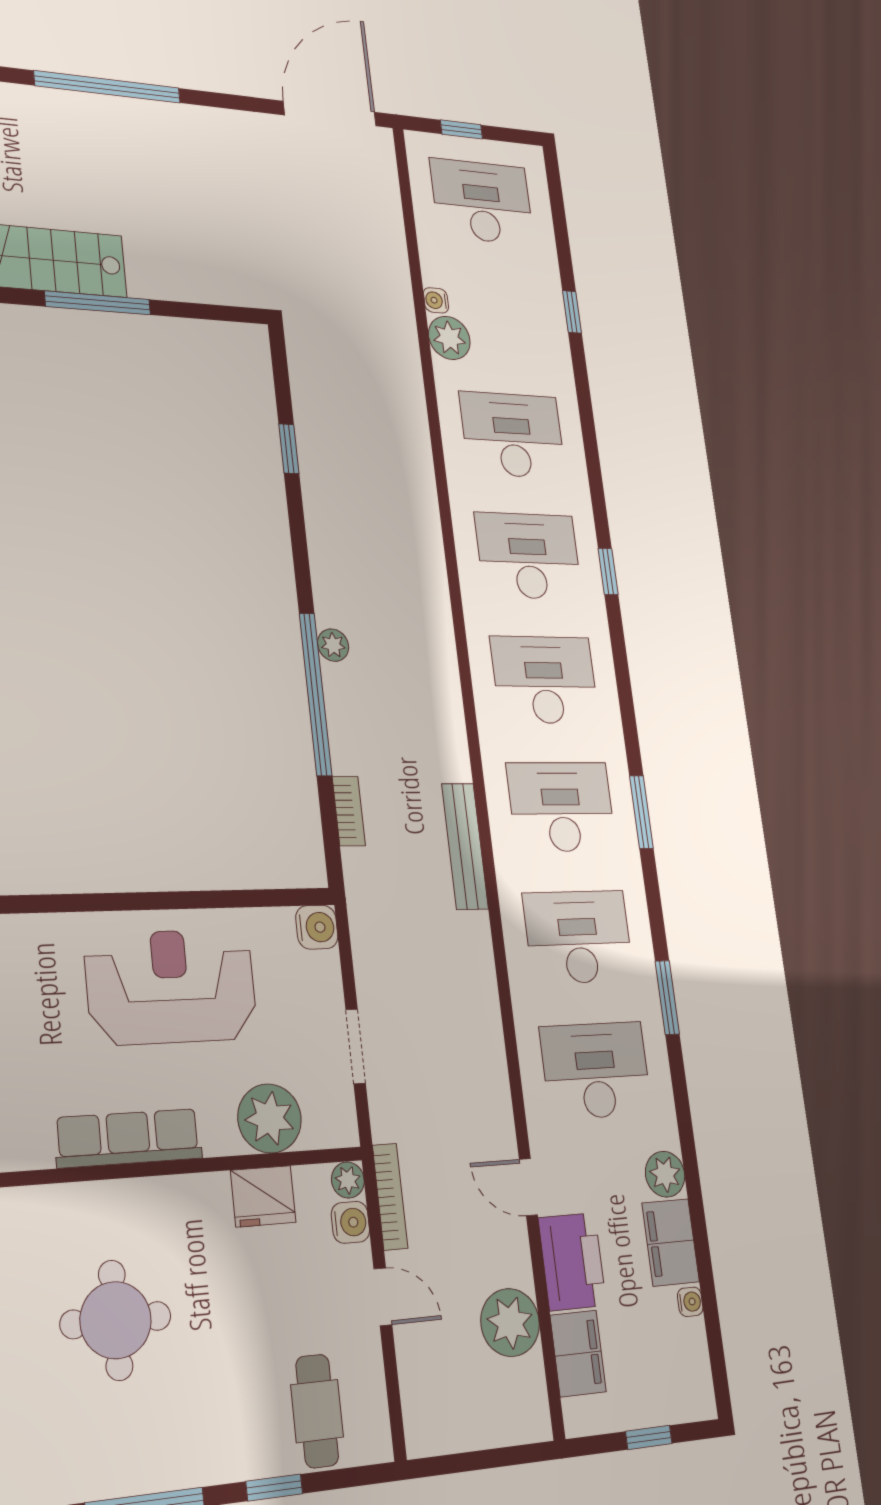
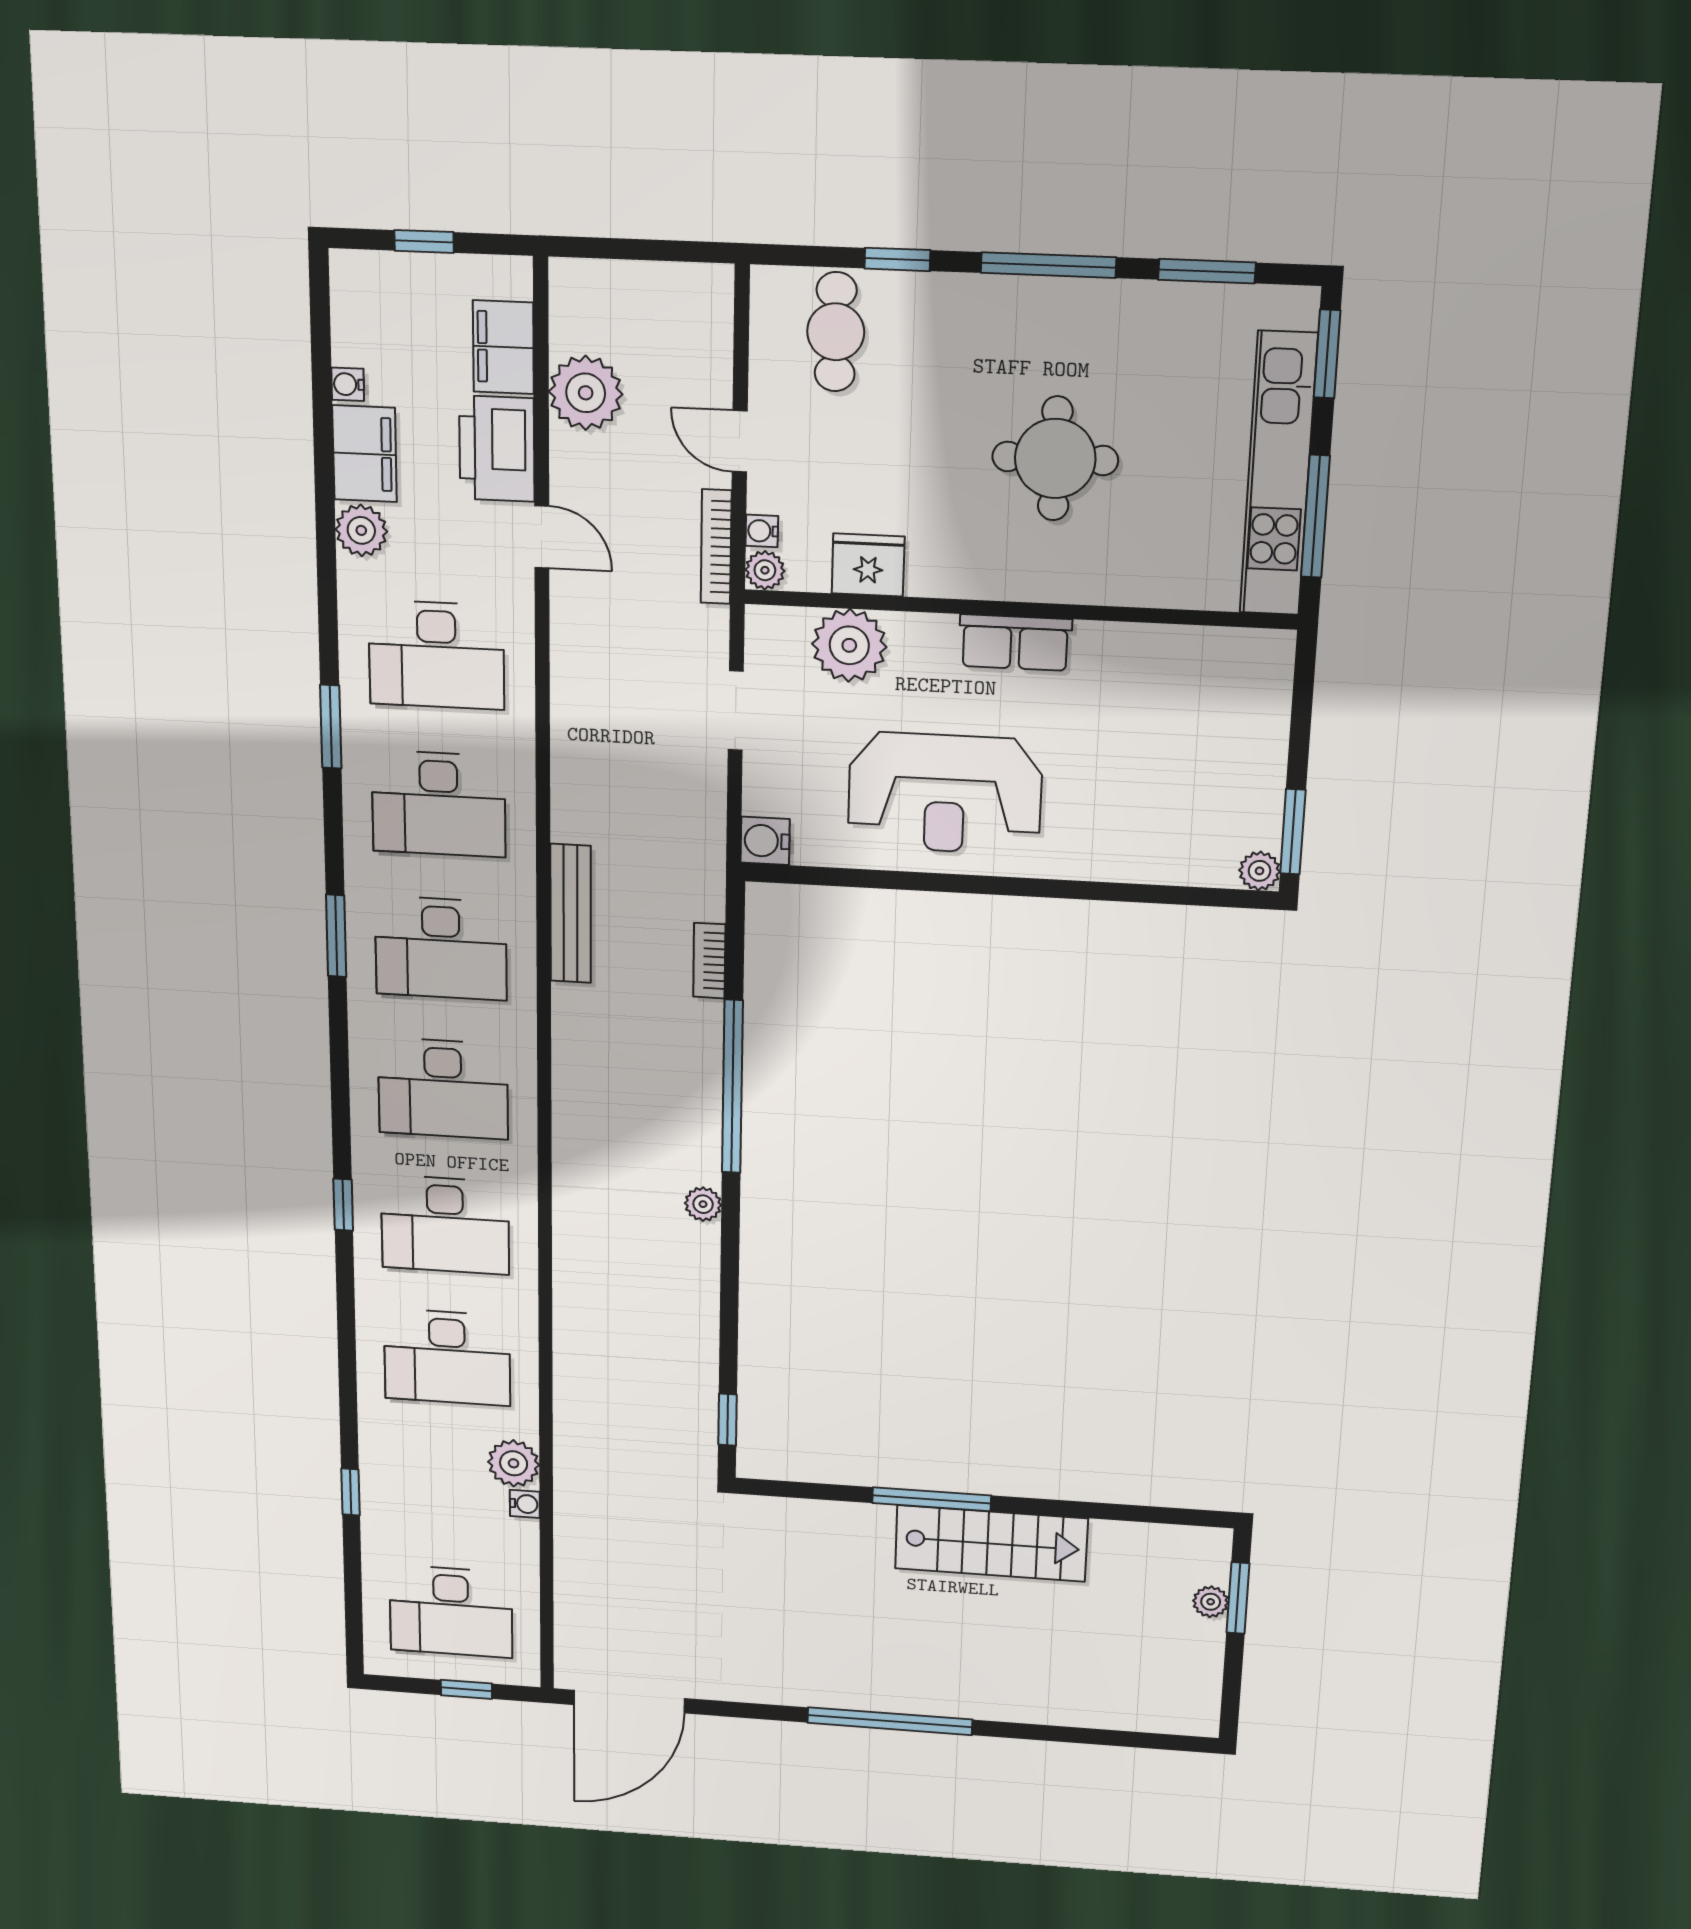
window: (289, 449) -> (727, 1420), moved
plant: (333, 645) -> (703, 1204), moved
row of seats: (128, 1138) -> (1015, 643), width x0.68
water cooler: (350, 1222) -> (762, 531), width x0.72, depth x0.72

